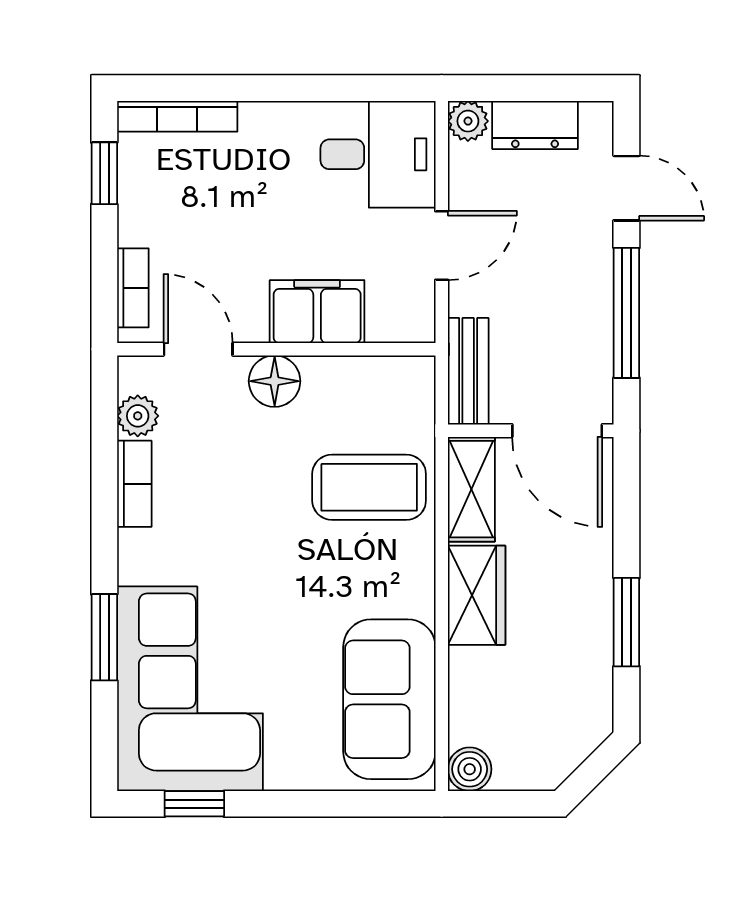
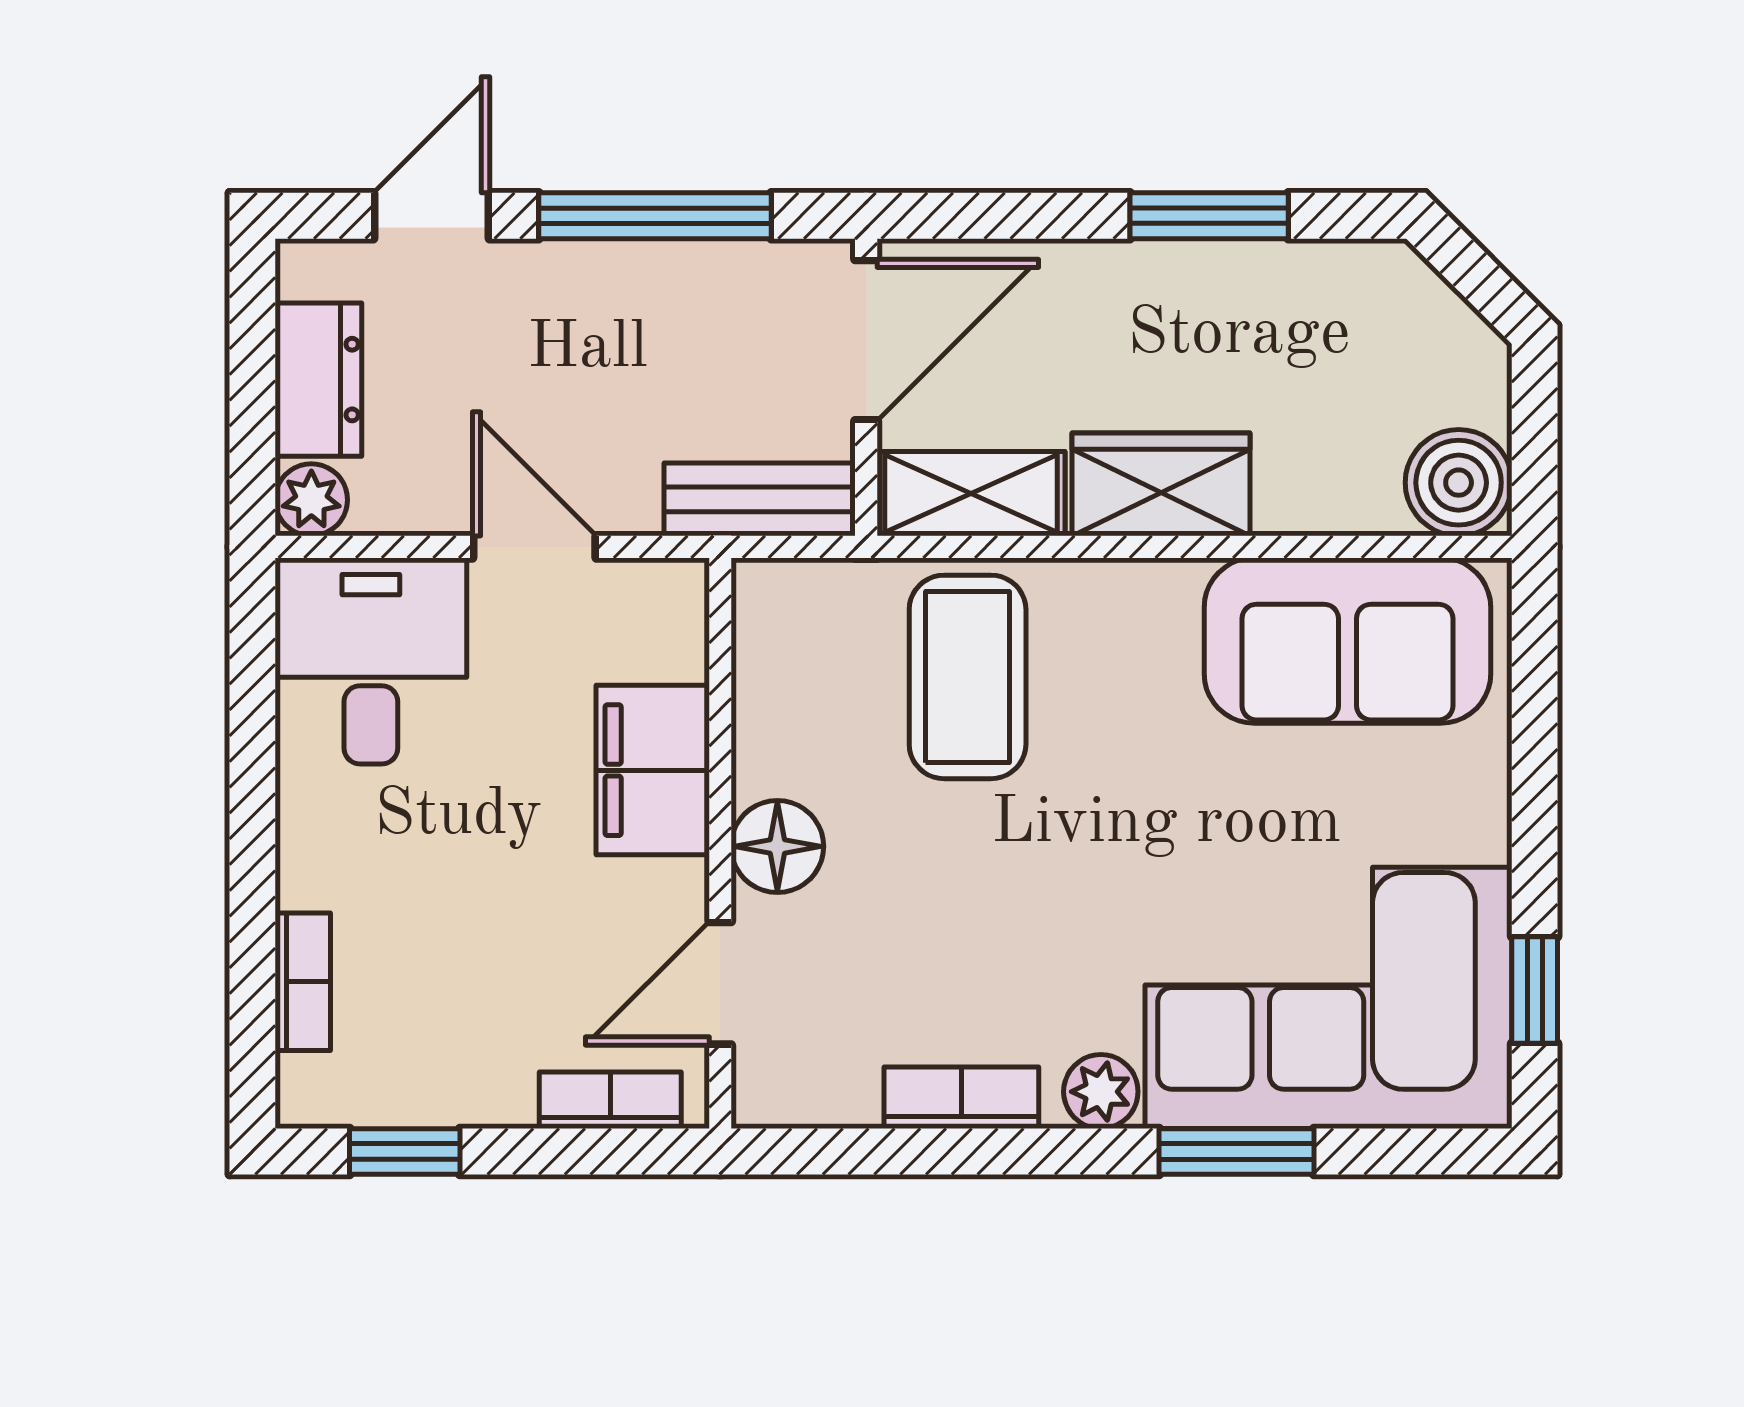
bookcase: (177, 116) -> (303, 982), width x0.64
plant: (138, 416) -> (1101, 1092), moved
boiler: (470, 769) -> (1459, 483), width x1.36, depth x1.36

